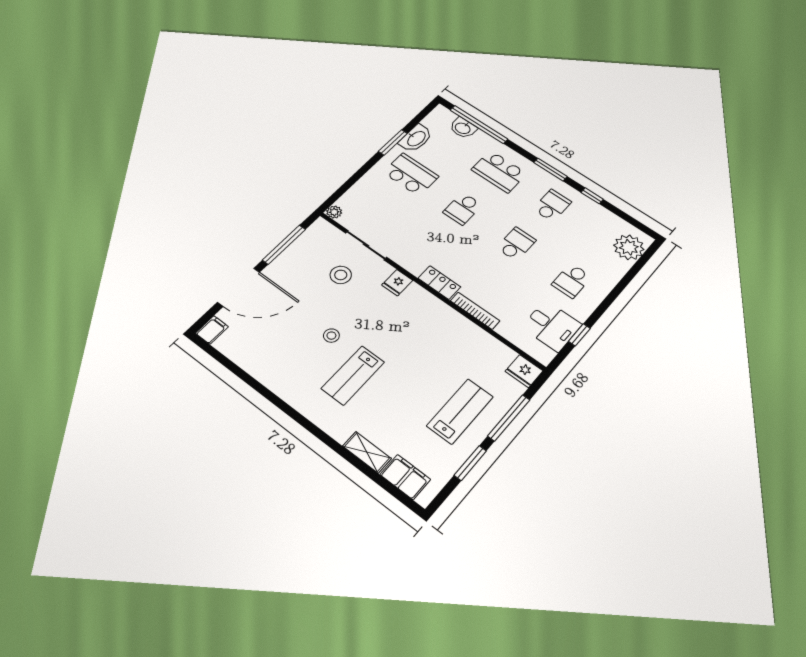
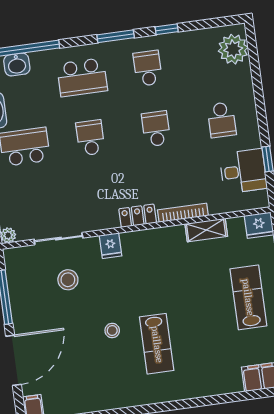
school desk: (463, 209) -> (90, 138), turned 180
shelving: (367, 452) -> (206, 230), moved

